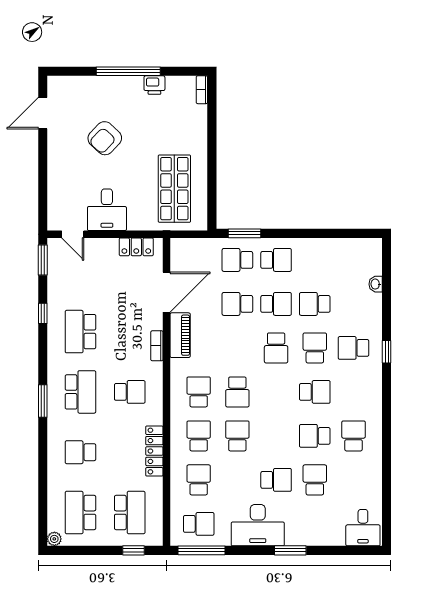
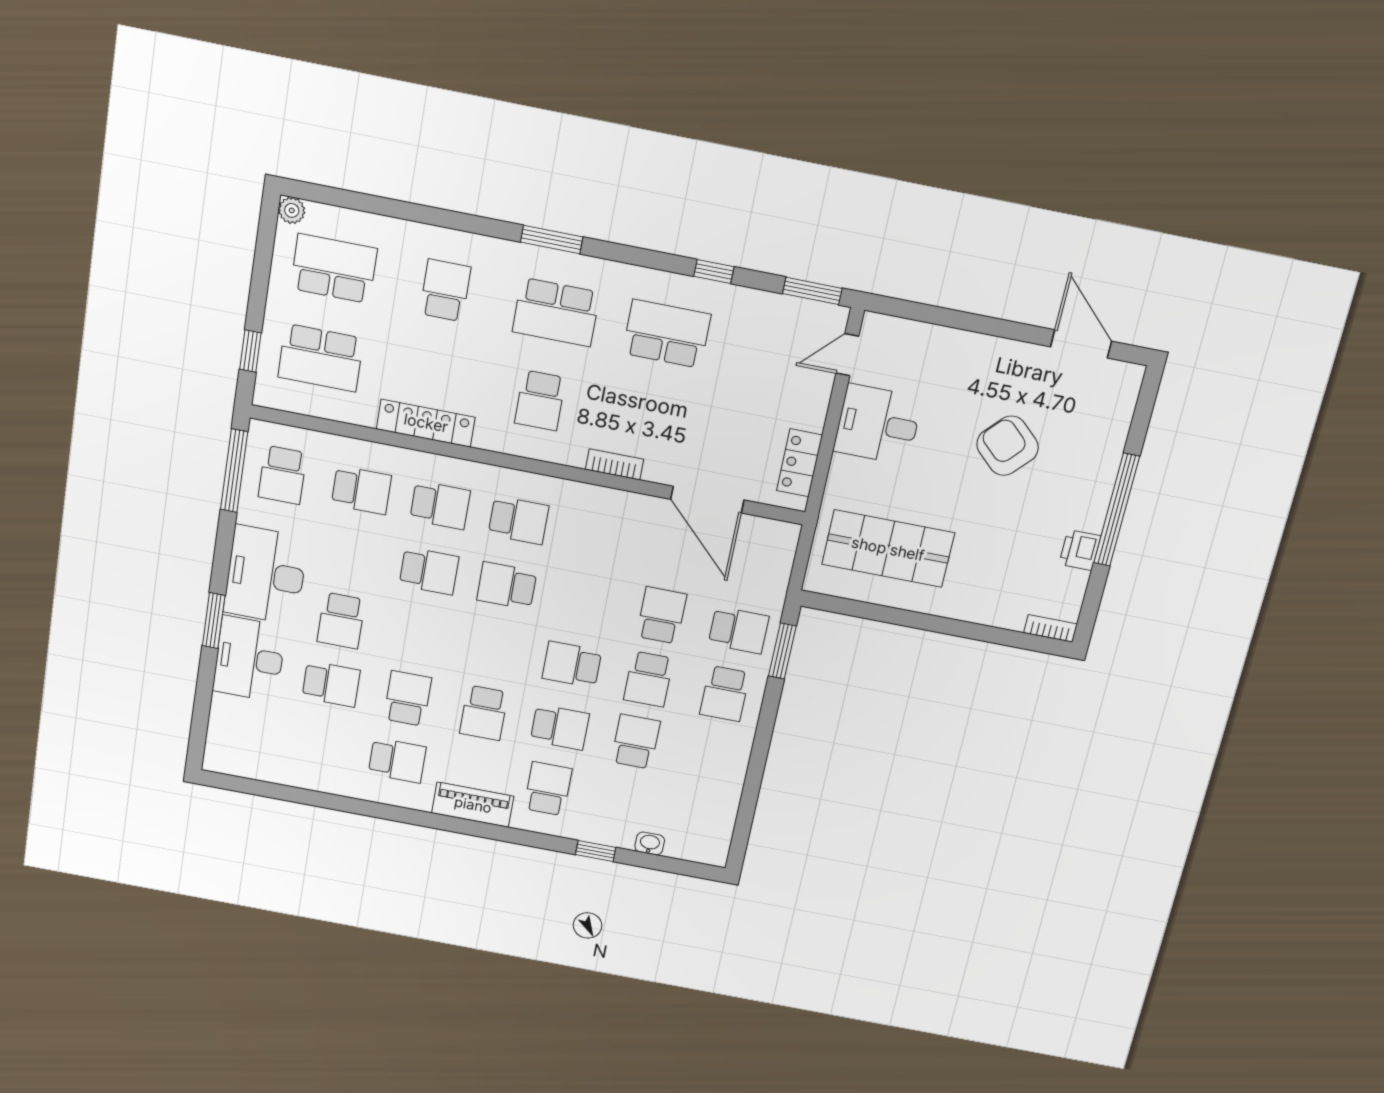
school desk: (237, 260) -> (739, 630), turned 90
piano: (180, 335) -> (473, 805), moved, turned 180
window: (387, 352) -> (596, 851), moved
desk: (363, 528) -> (249, 659), moved, width x1.37

